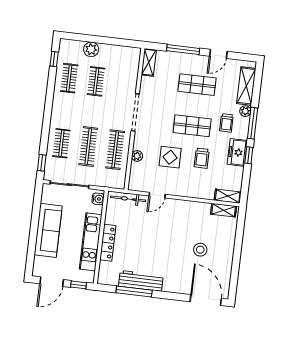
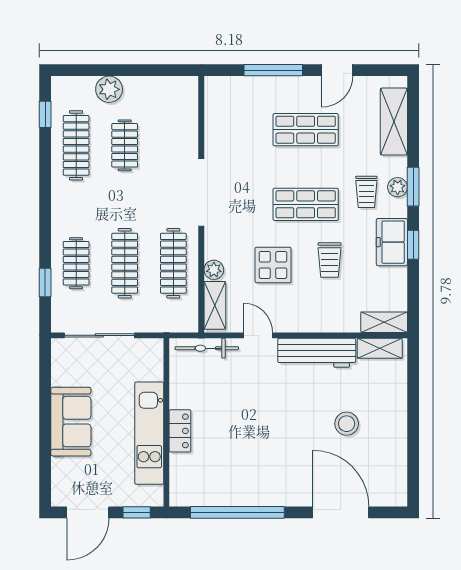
shelving: (149, 62) -> (215, 305), moved
clothes rail: (69, 78) -> (76, 145), width x1.36
plant: (245, 111) -> (398, 187), moved
window: (253, 123) -> (413, 187), width x0.69
window: (42, 163) -> (45, 283), moved
door: (157, 195) -> (258, 335), swing flipped
water cooler: (98, 199) -> (153, 355), removed
sofa: (48, 230) -> (71, 422), width x0.73
locker: (108, 243) -> (180, 431), width x0.66
workbench: (141, 281) -> (317, 353), moved, turned 180
window: (134, 291) -> (237, 512), width x1.46
door: (206, 300) -> (341, 512), moved

